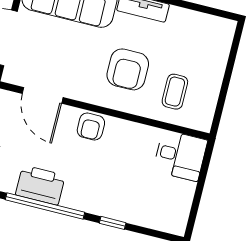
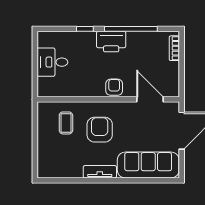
desk: (180, 155) -> (52, 62), moved
printer: (40, 185) -> (111, 42), moved

